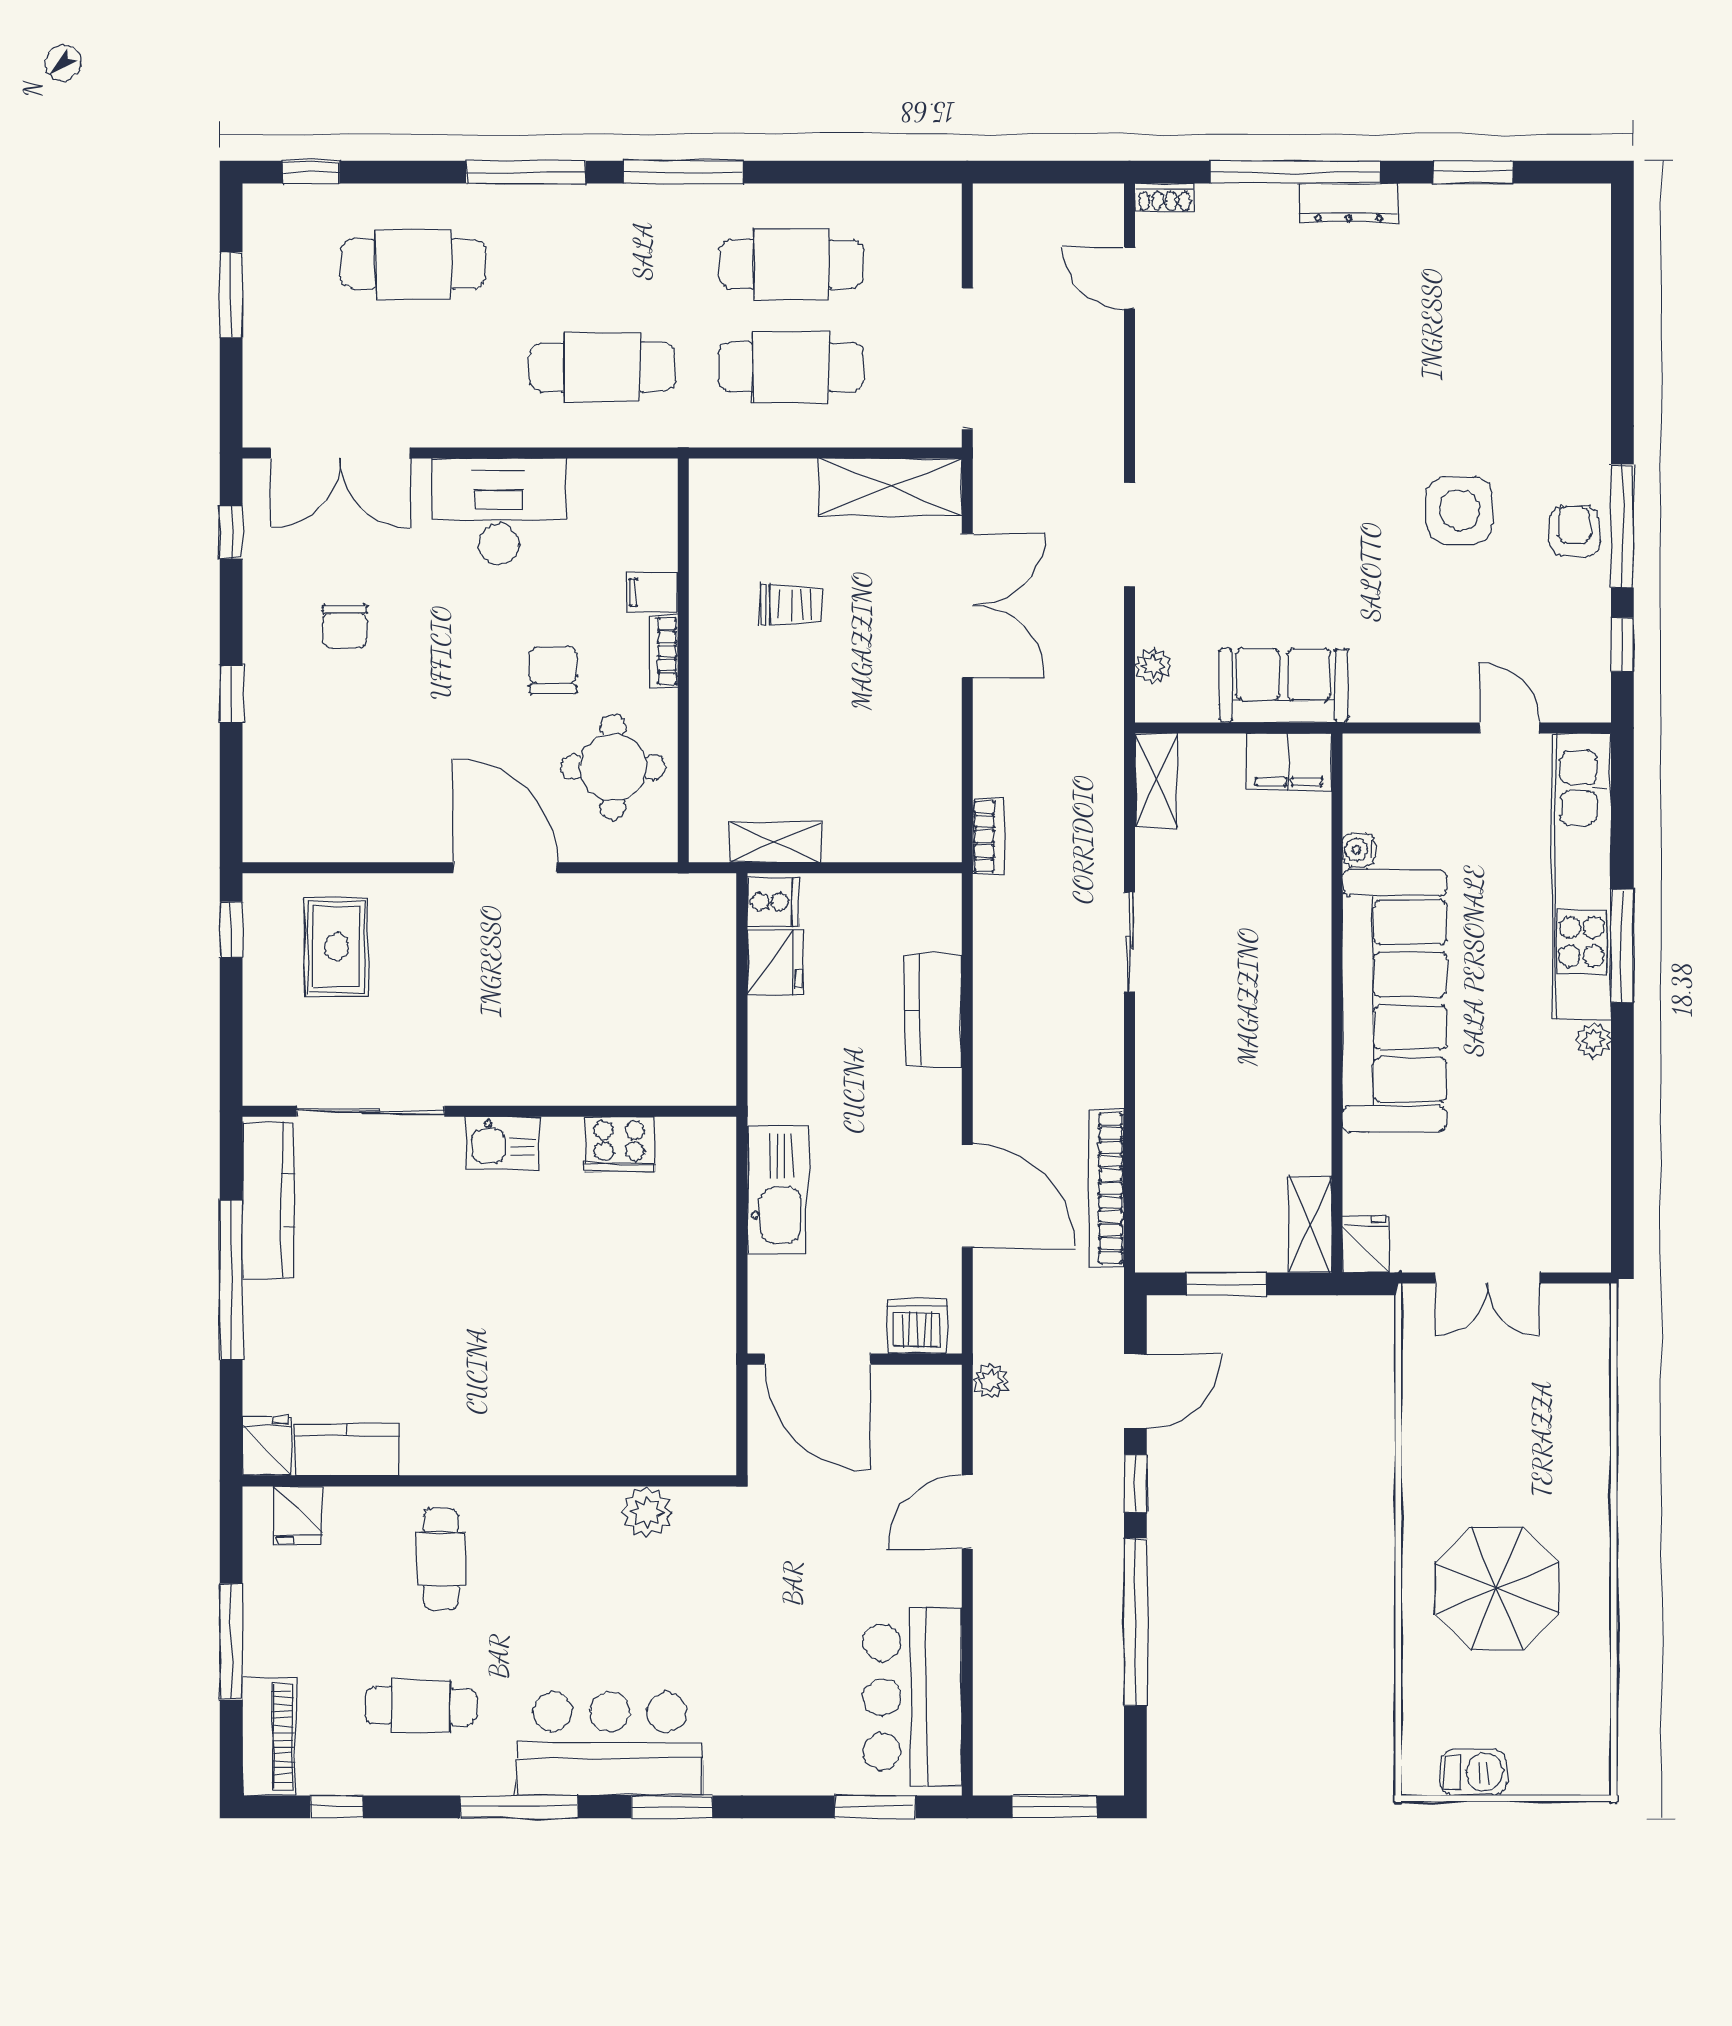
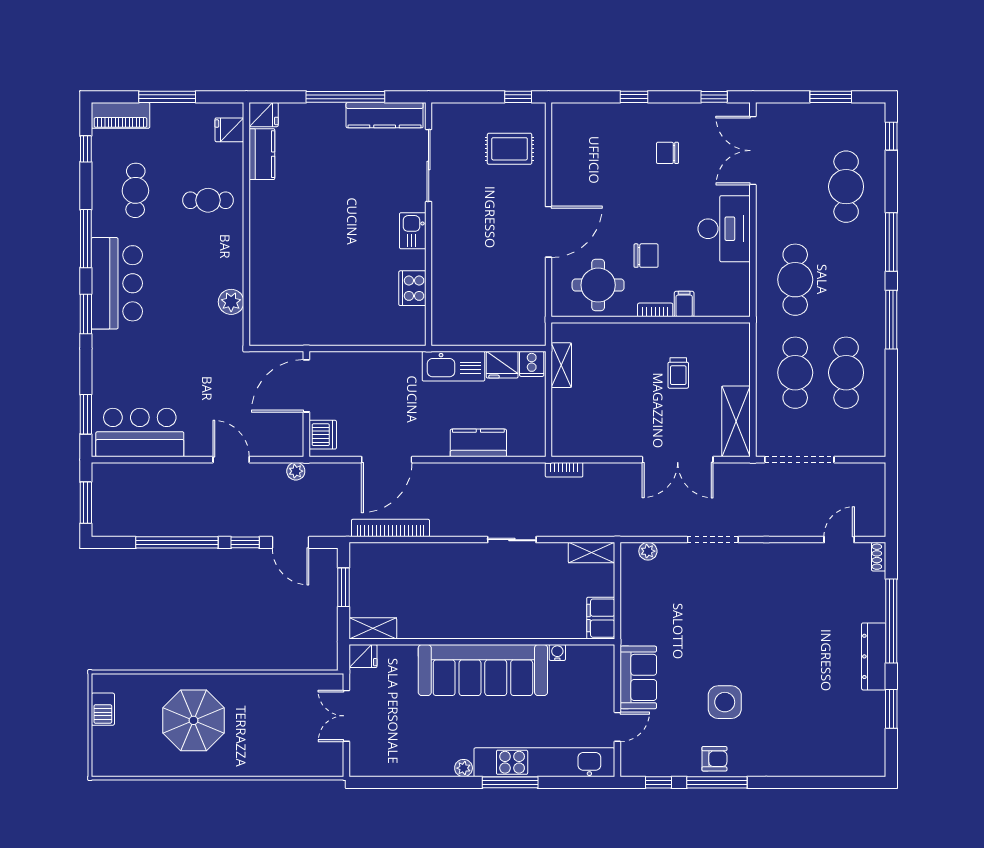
dresser: (1348, 203) -> (874, 656), width x1.37, depth x1.24
sofa: (1283, 686) -> (638, 677), moved
kitchen sink: (778, 1190) -> (453, 366), moved

